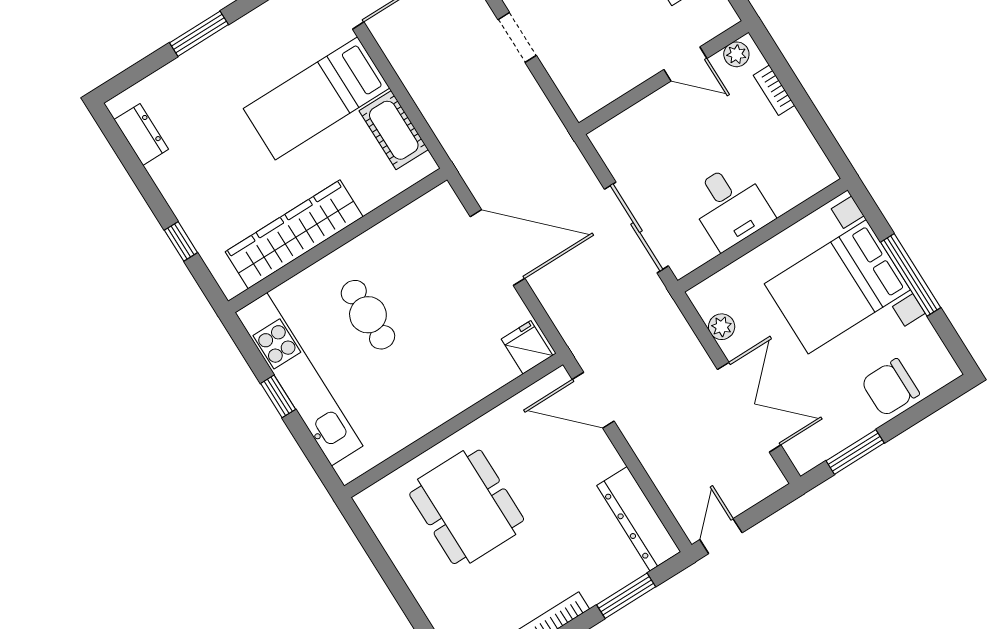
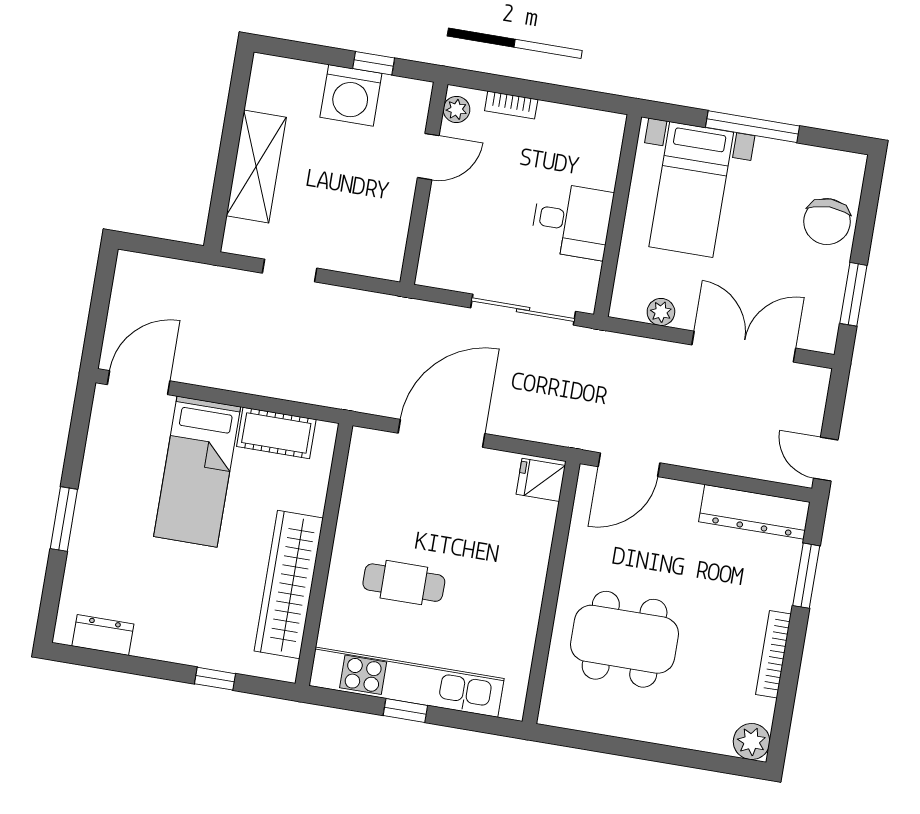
bed with nightstands: (837, 287) -> (691, 190), width x0.73

